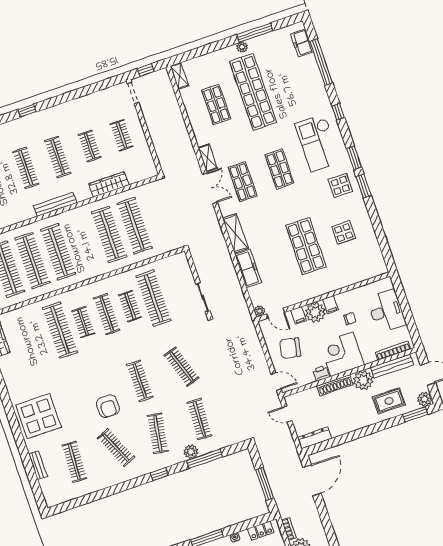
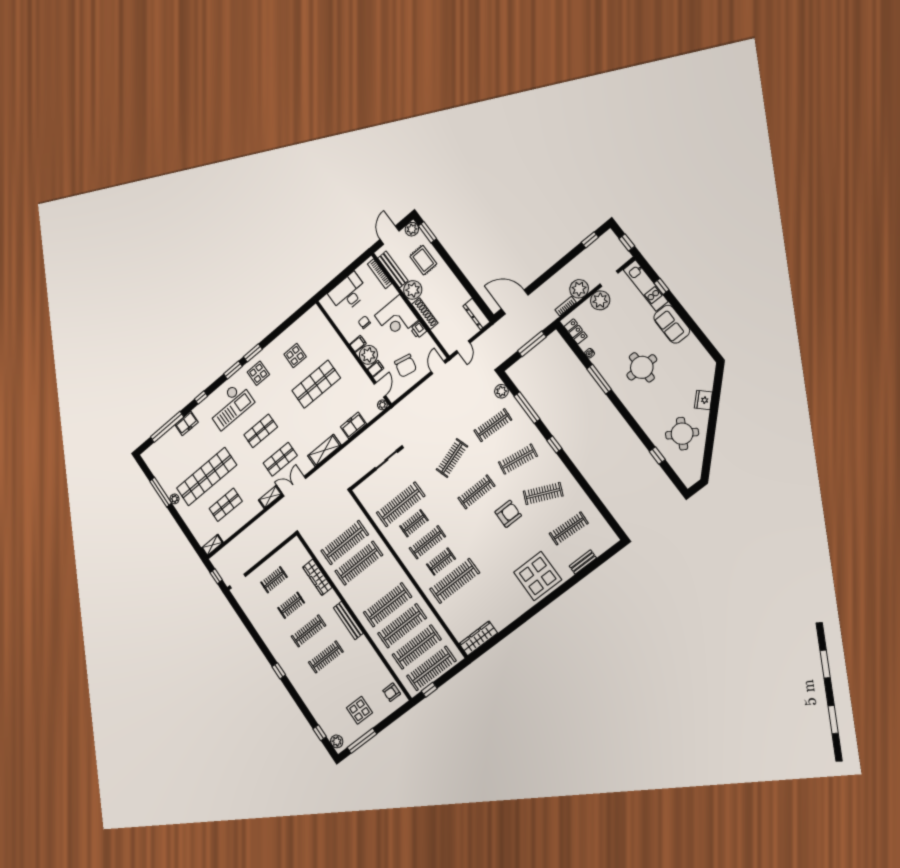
freezer: (302, 43) -> (187, 423), moved
freezer: (248, 268) -> (353, 425), width x0.71
clothes rail: (116, 448) -> (543, 494), turned 48
plant: (191, 452) -> (501, 391), moved

